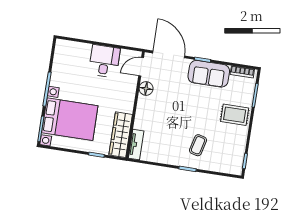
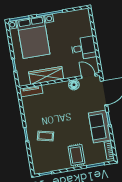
wardrobe: (121, 135) -> (46, 76), moved

